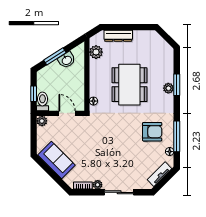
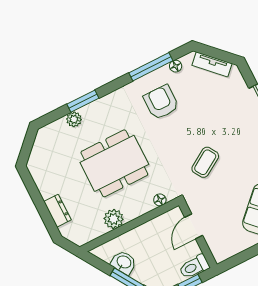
dresser: (118, 36) -> (57, 211), width x0.70
plant: (96, 52) -> (114, 219), moved
plant: (168, 88) -> (74, 119), moved
plant: (42, 121) -> (220, 254), removed
coffee table: (102, 140) -> (205, 162), added

